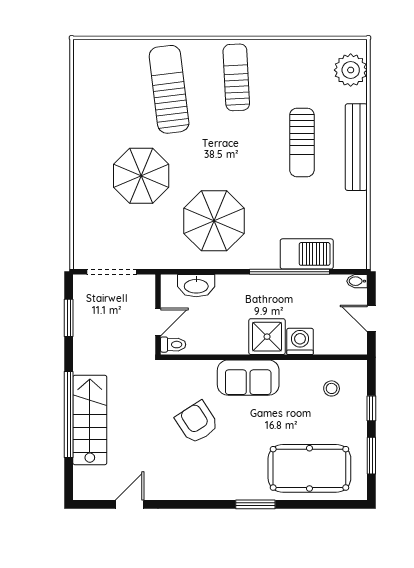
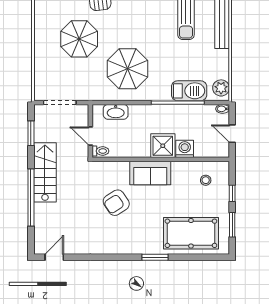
plant: (355, 250) -> (221, 88), added
door: (158, 322) -> (90, 136), swing flipped
stairs: (90, 420) -> (45, 172), moved
armchair: (197, 422) -> (116, 203), turned -90
door: (130, 504) -> (54, 257), moved

